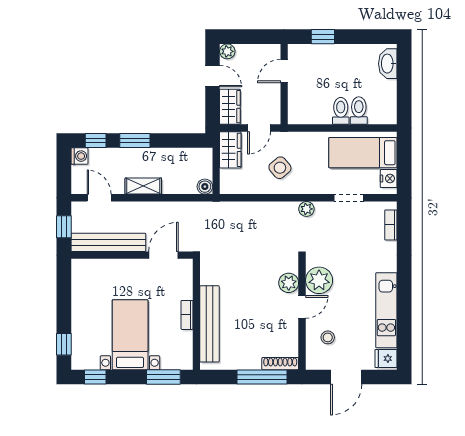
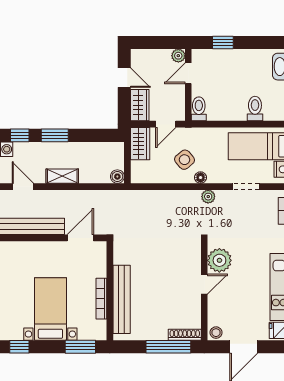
plant: (227, 51) -> (178, 56), moved
toilet: (341, 111) -> (199, 109), moved
floor lamp: (298, 188) -> (201, 178), added
plant: (289, 283) -> (192, 263), removed
bookcase: (187, 315) -> (101, 299), width x1.56
stool: (328, 337) -> (216, 333), moved

